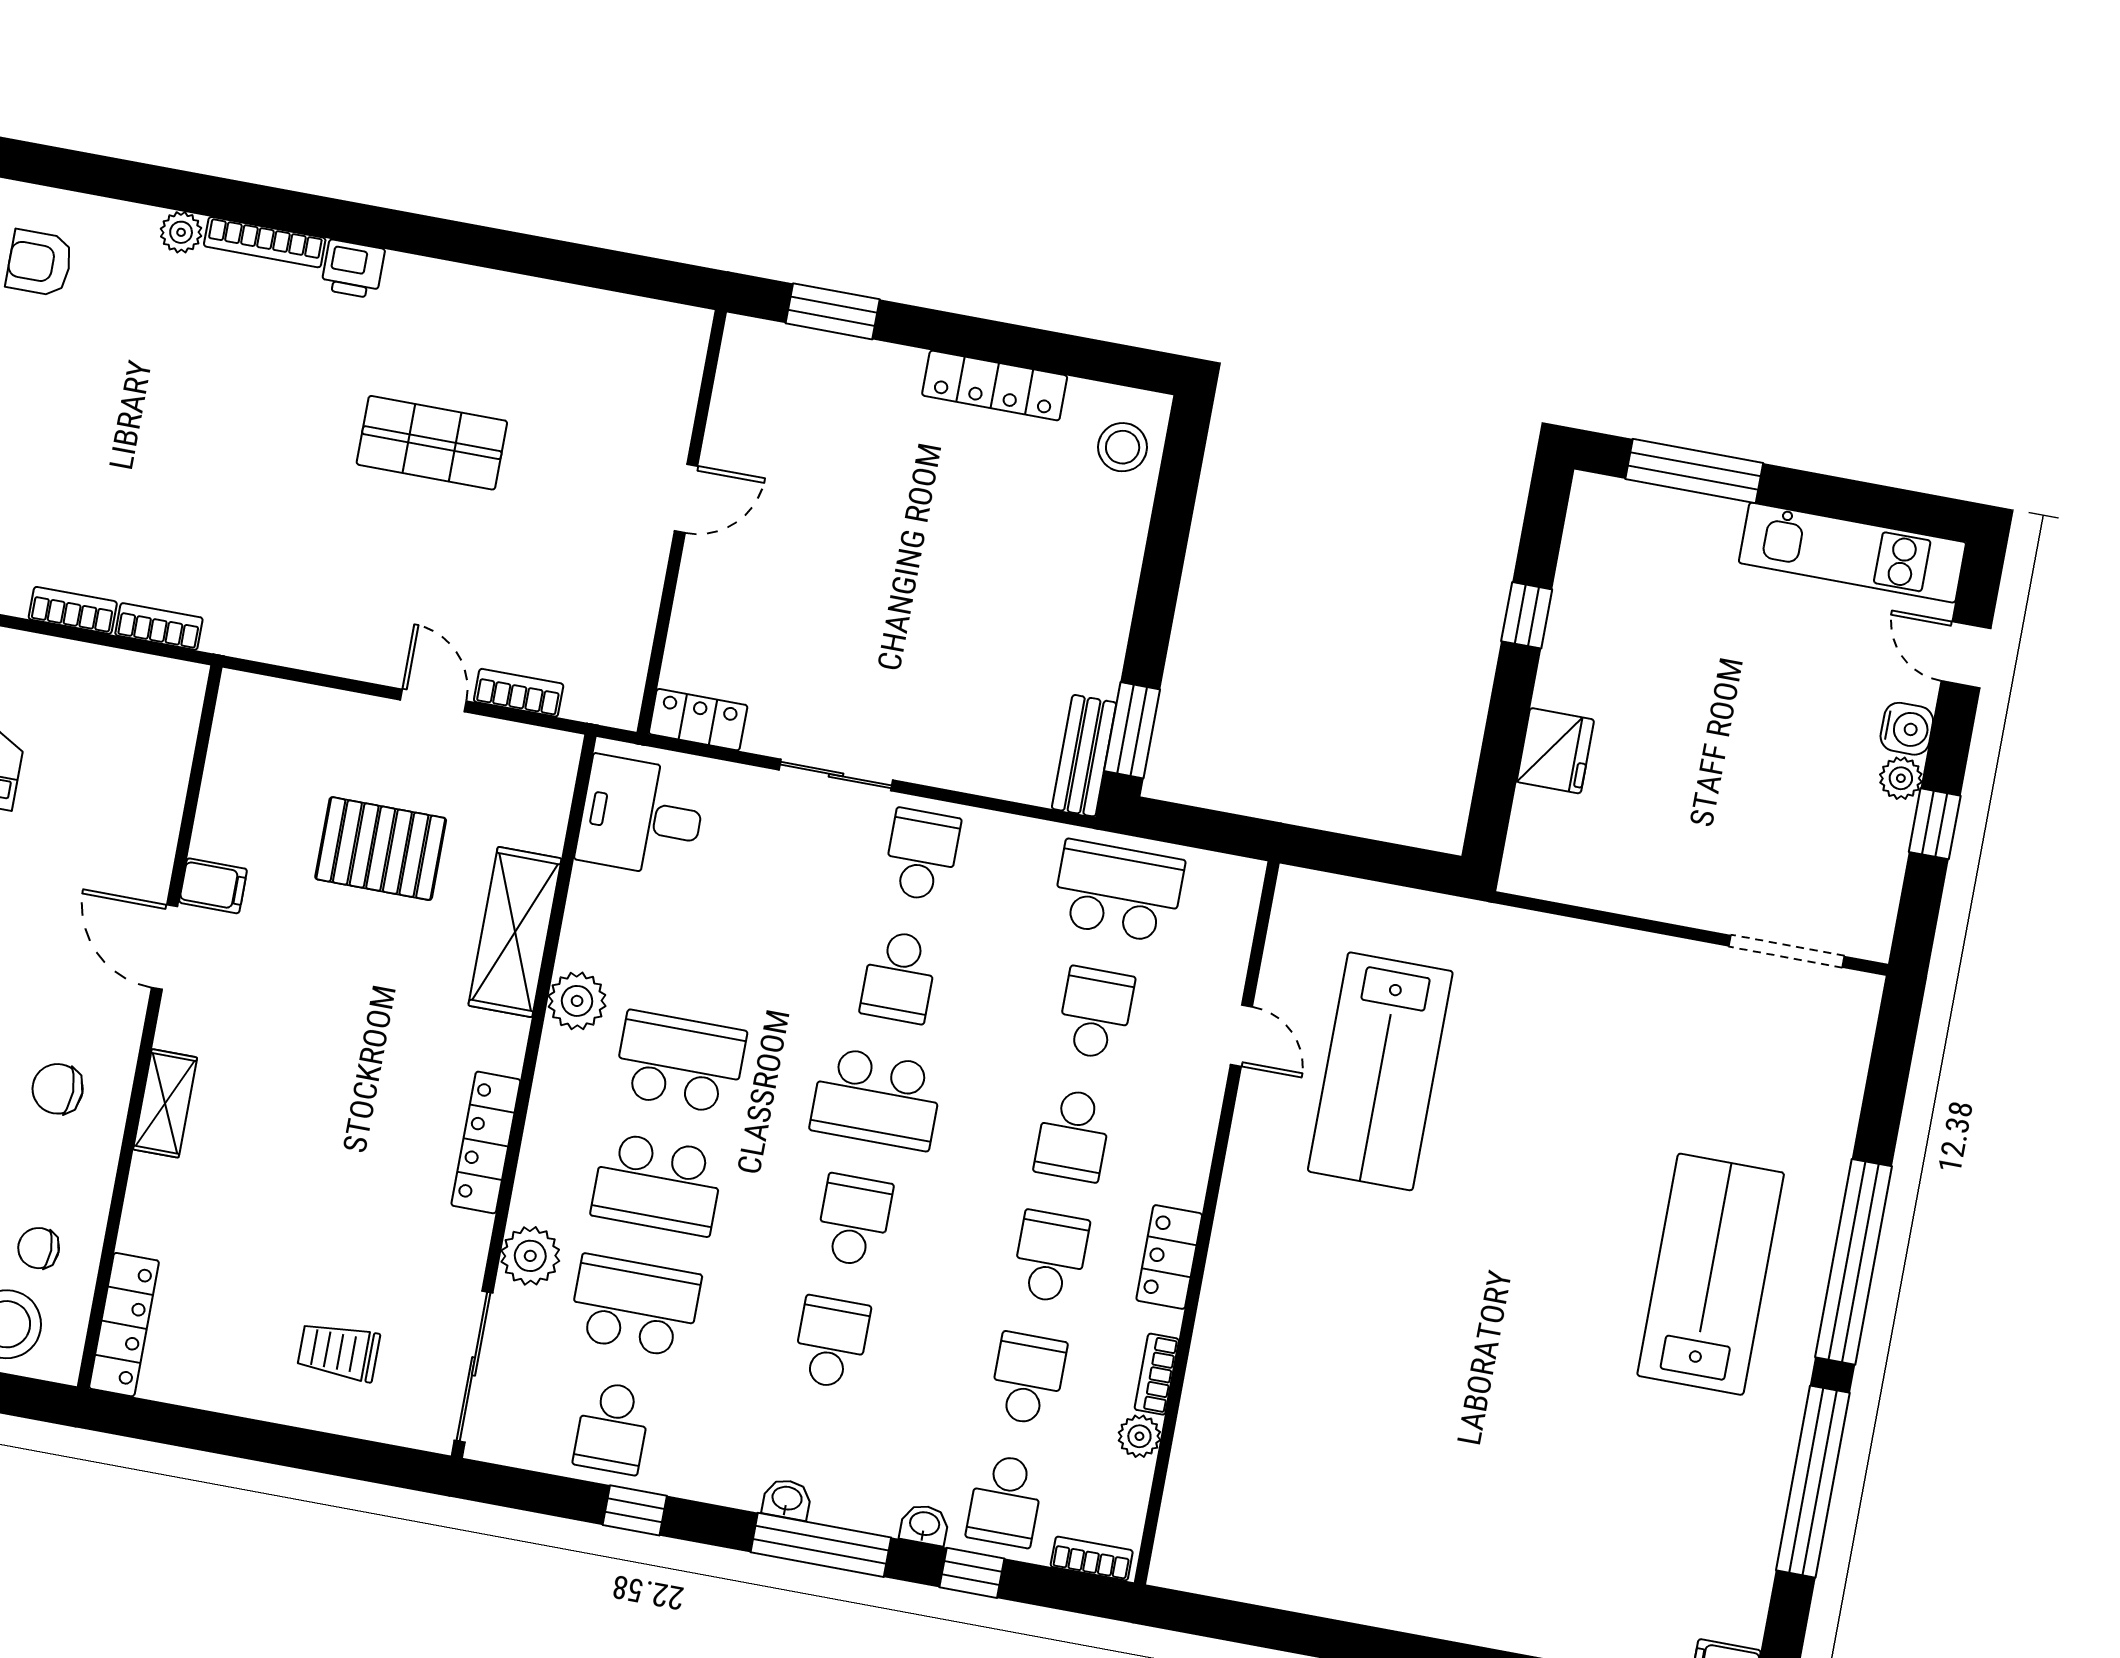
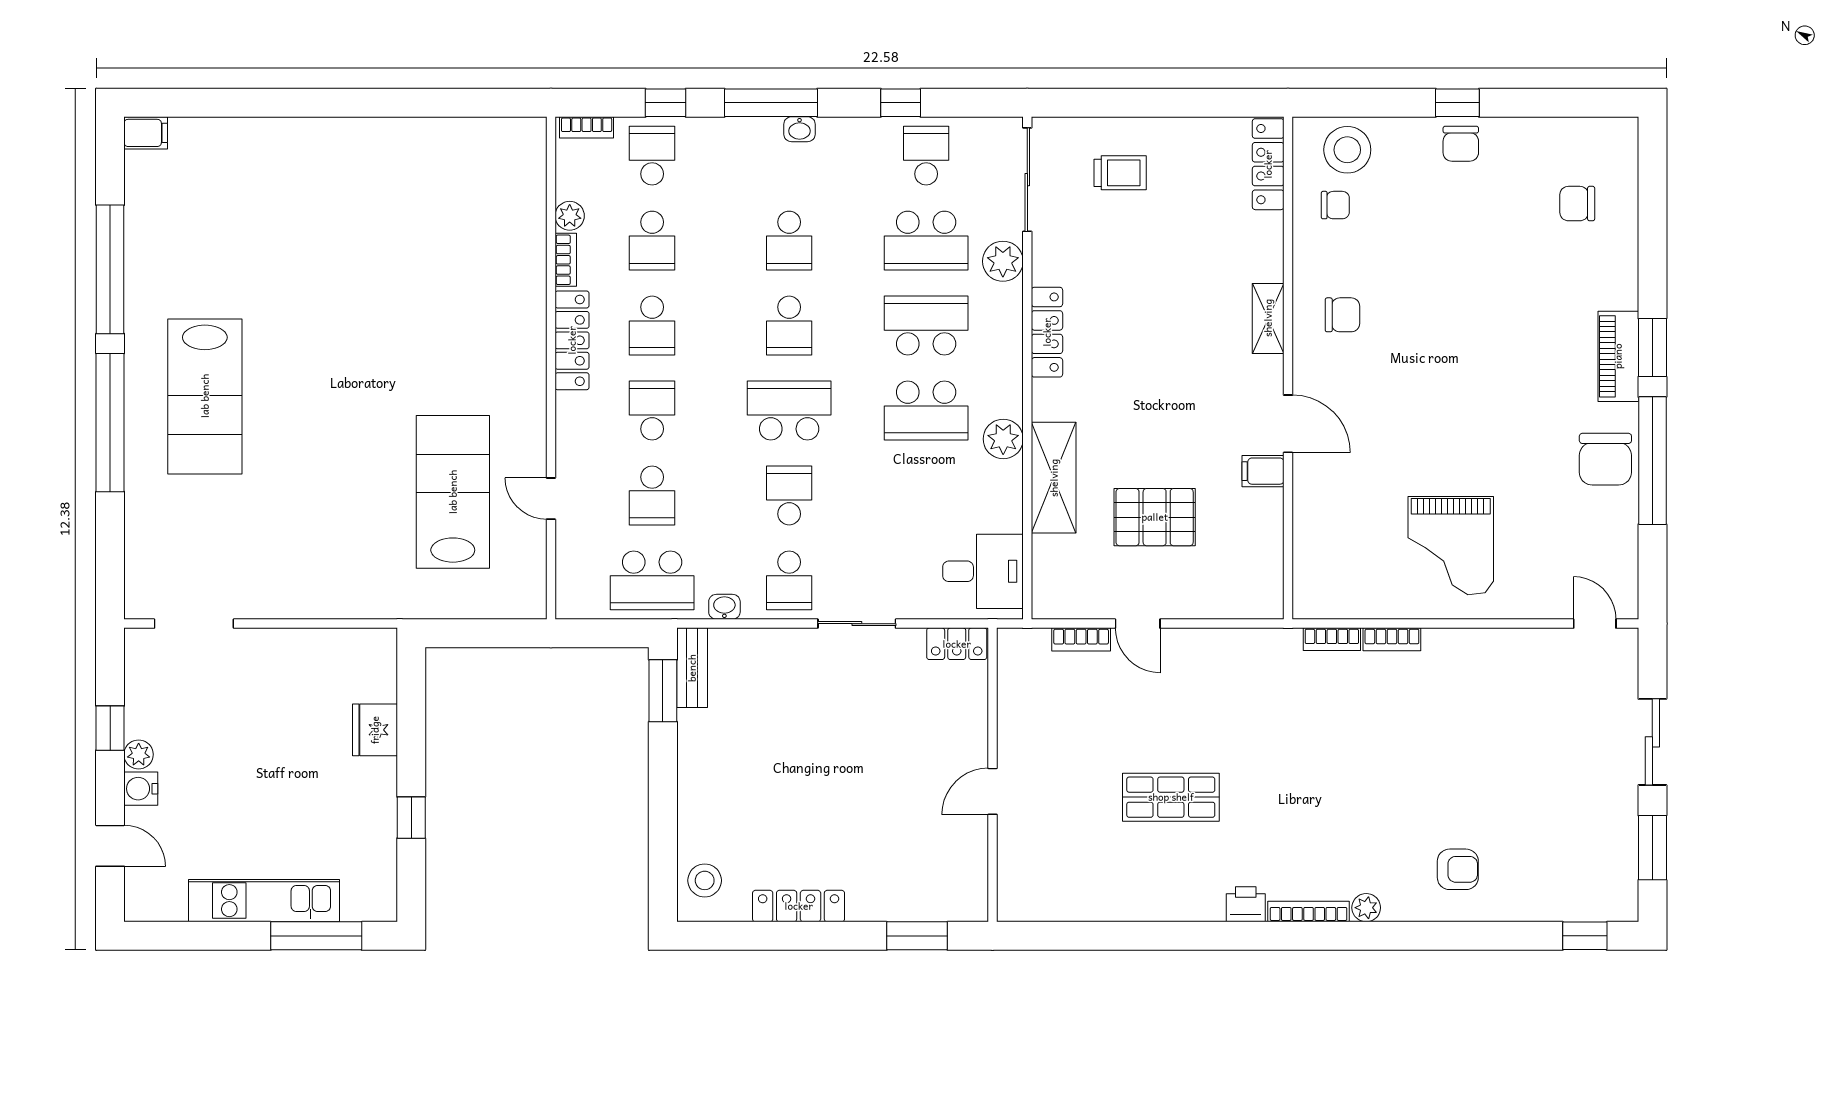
kitchen unit: (1852, 553) -> (264, 901), moved
locker: (1169, 1257) -> (572, 340), width x1.53
washbasin: (924, 1525) -> (724, 607), moved, turned 180

